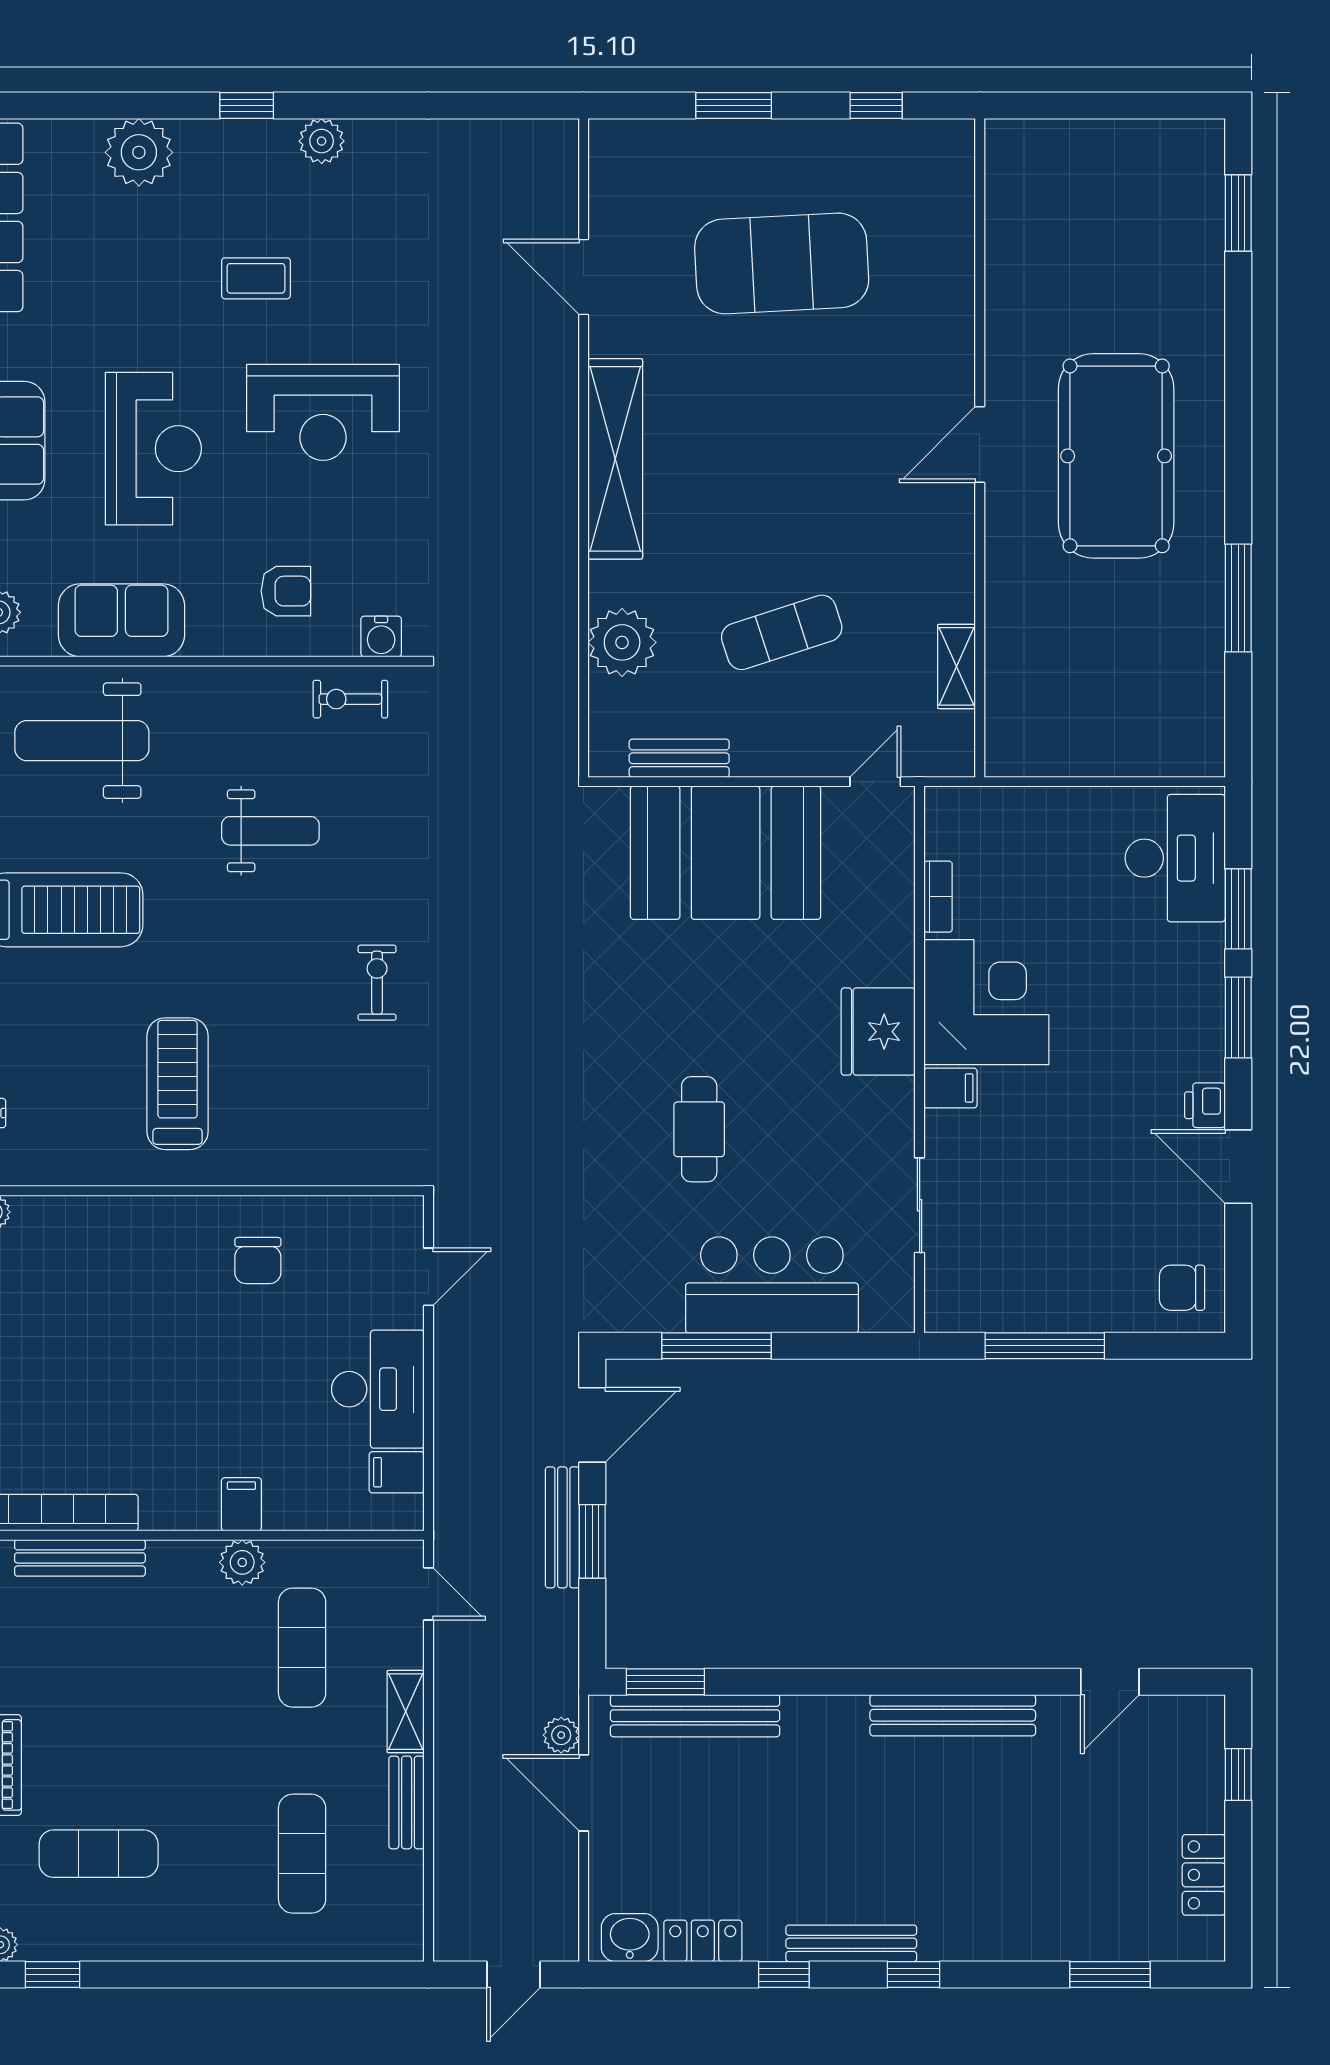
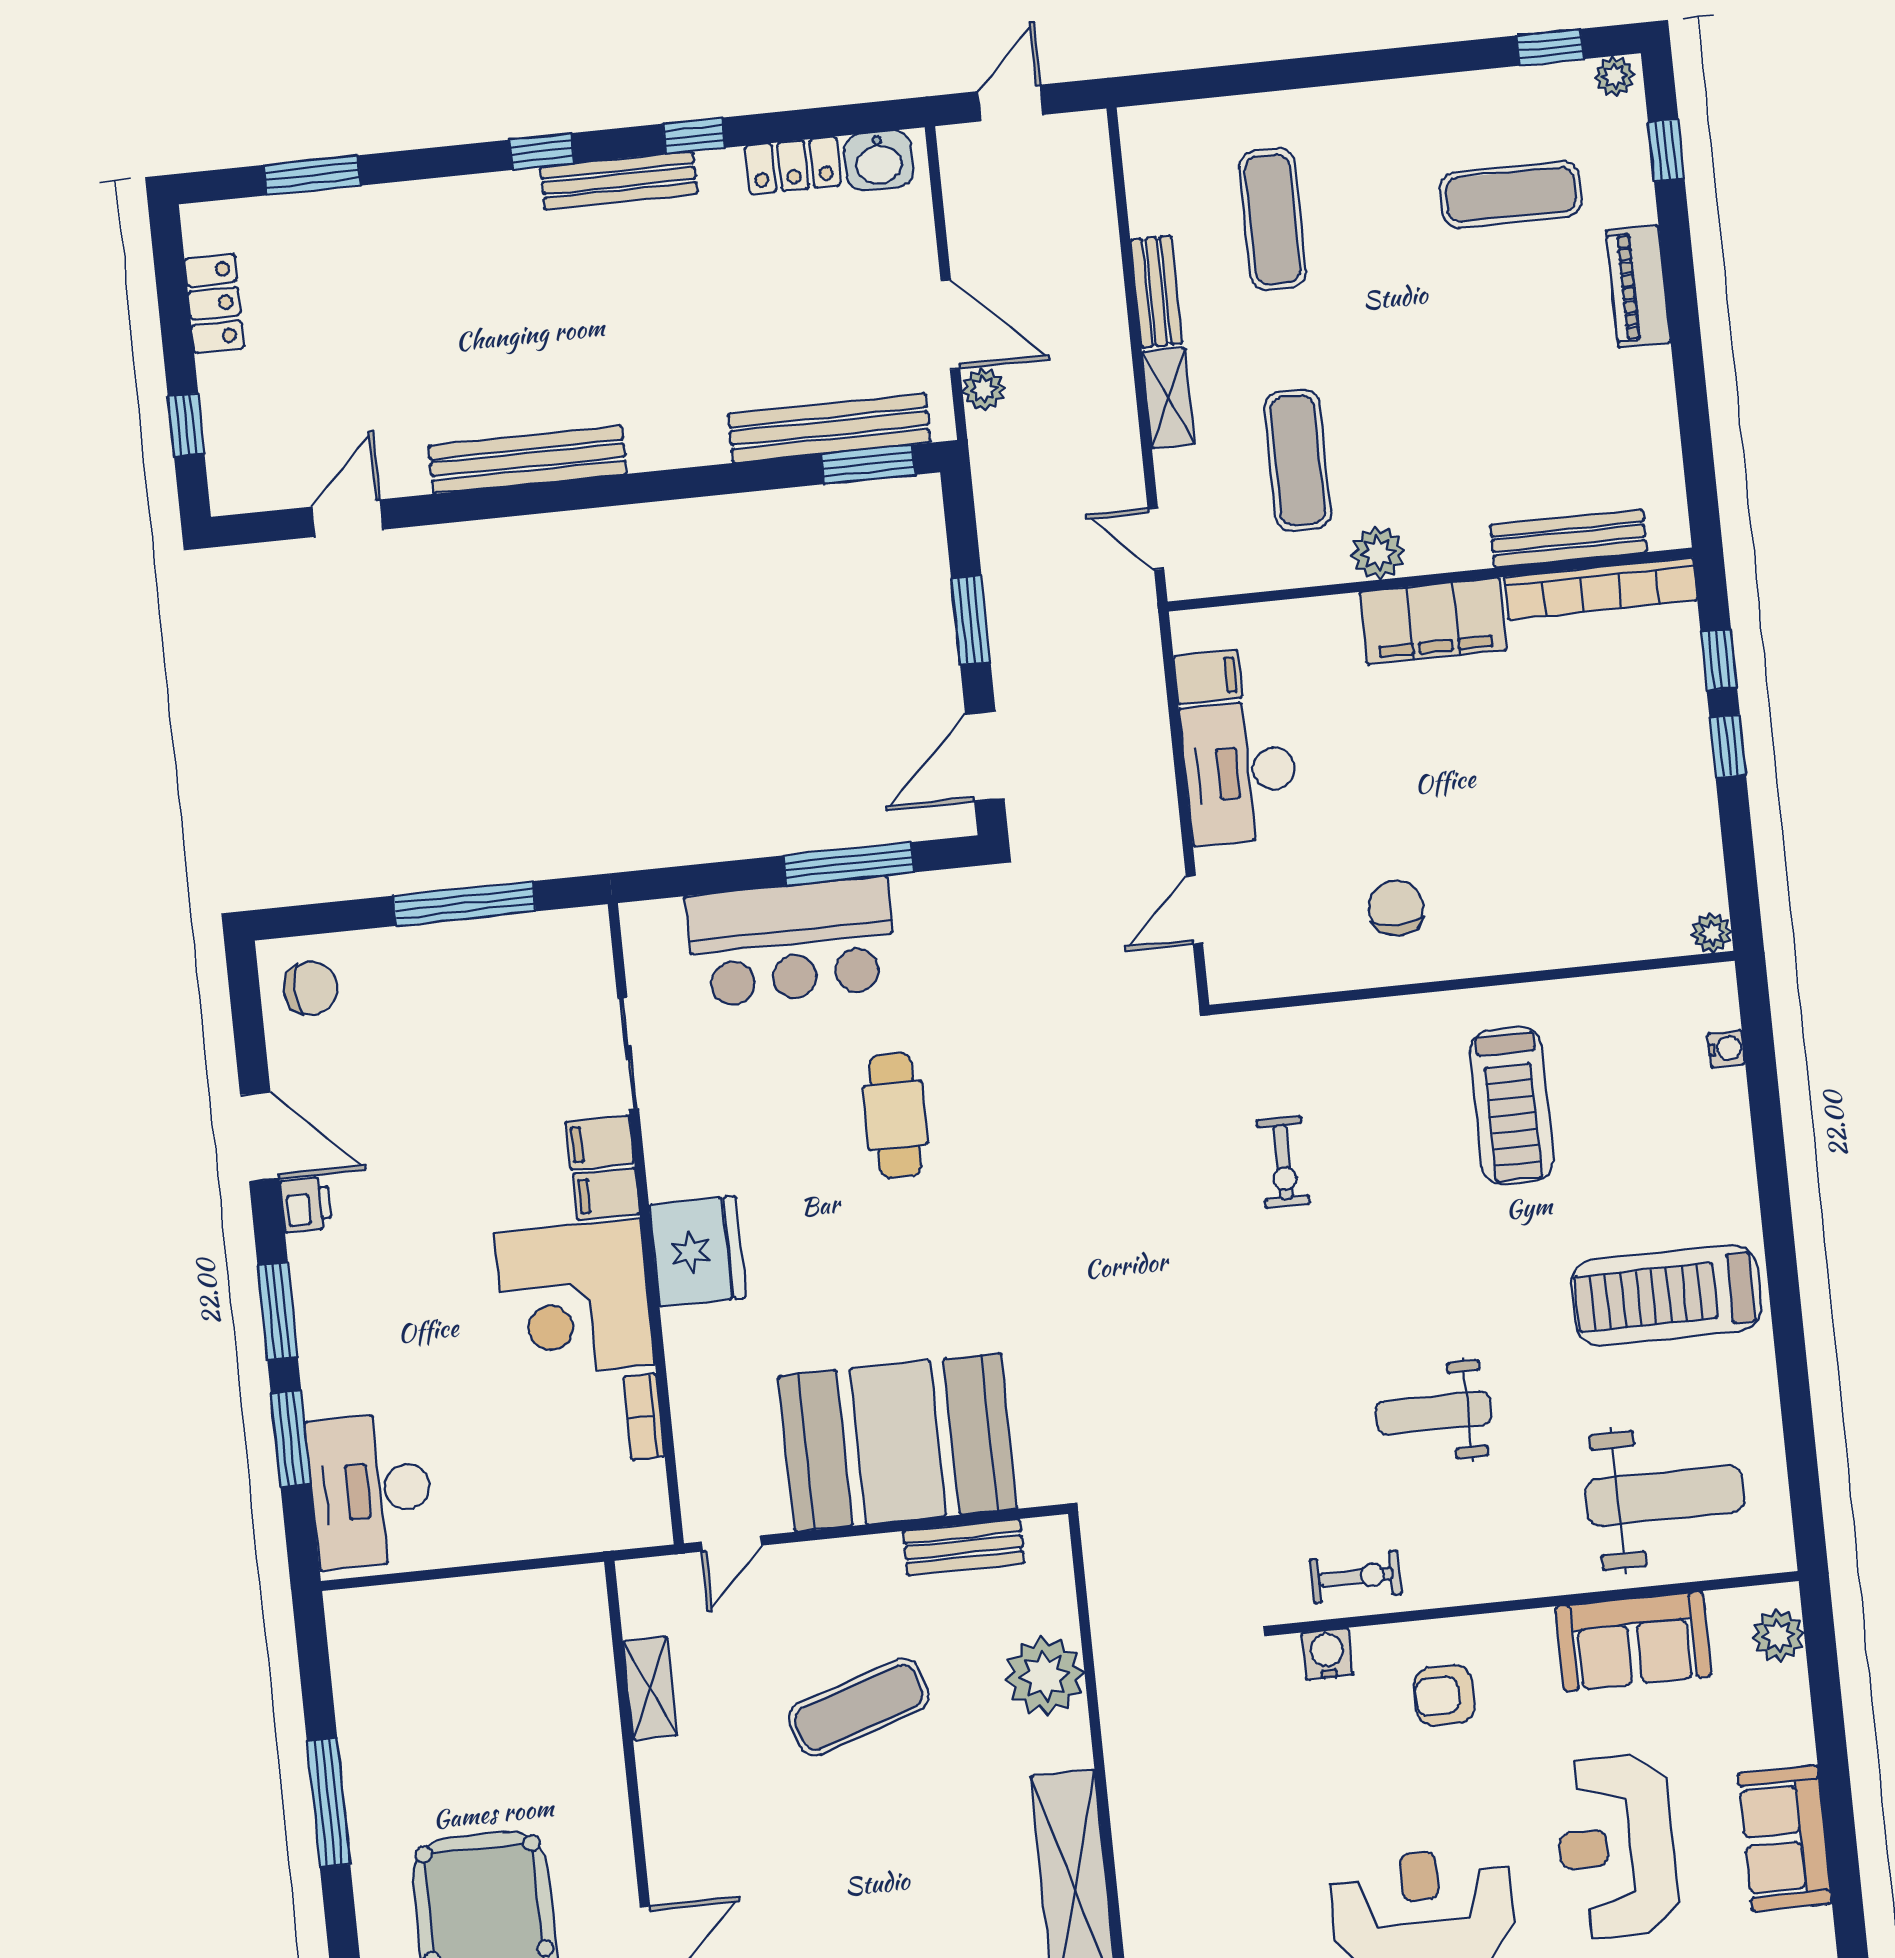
exercise bike: (377, 983) -> (1283, 1162), moved
filing cabinet: (951, 1132) -> (600, 1143), added
filing cabinet: (241, 1504) -> (1433, 621), width x3.00, depth x1.17
bench: (562, 1527) -> (1007, 633), removed

